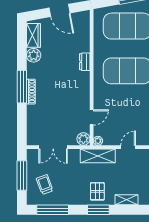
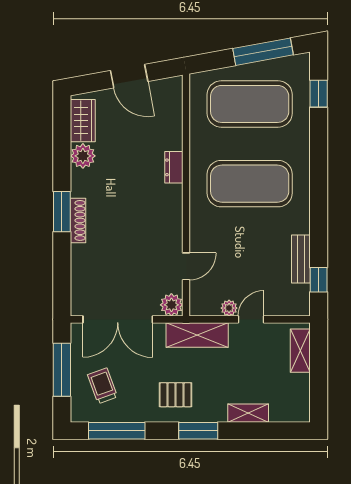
window: (22, 87) -> (62, 212), width x0.69
plant: (98, 141) -> (229, 308), moved
double door: (53, 147) -> (118, 319), width x1.37
pallet: (97, 191) -> (176, 395), moved, turned 90

